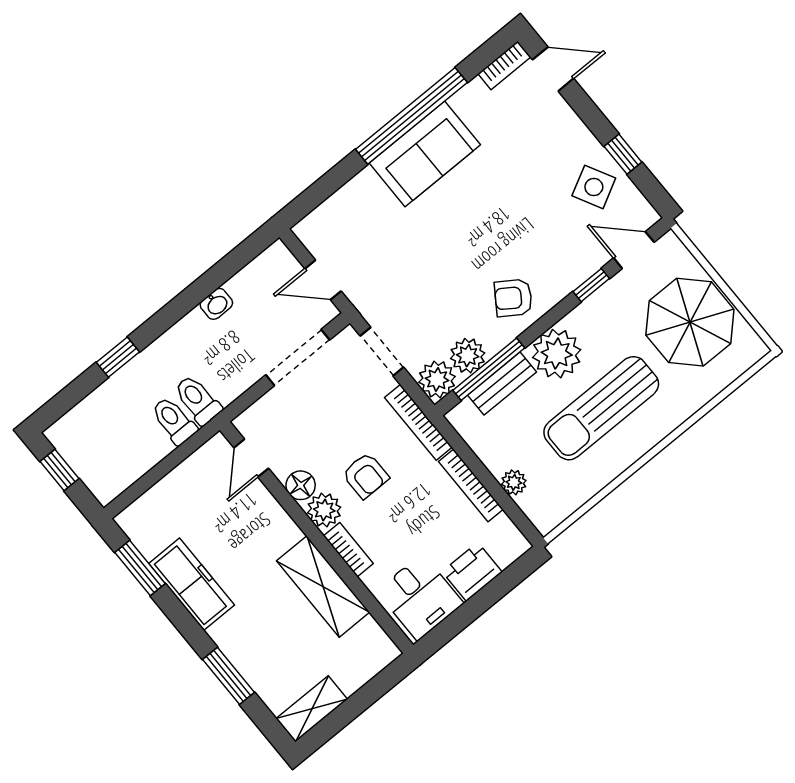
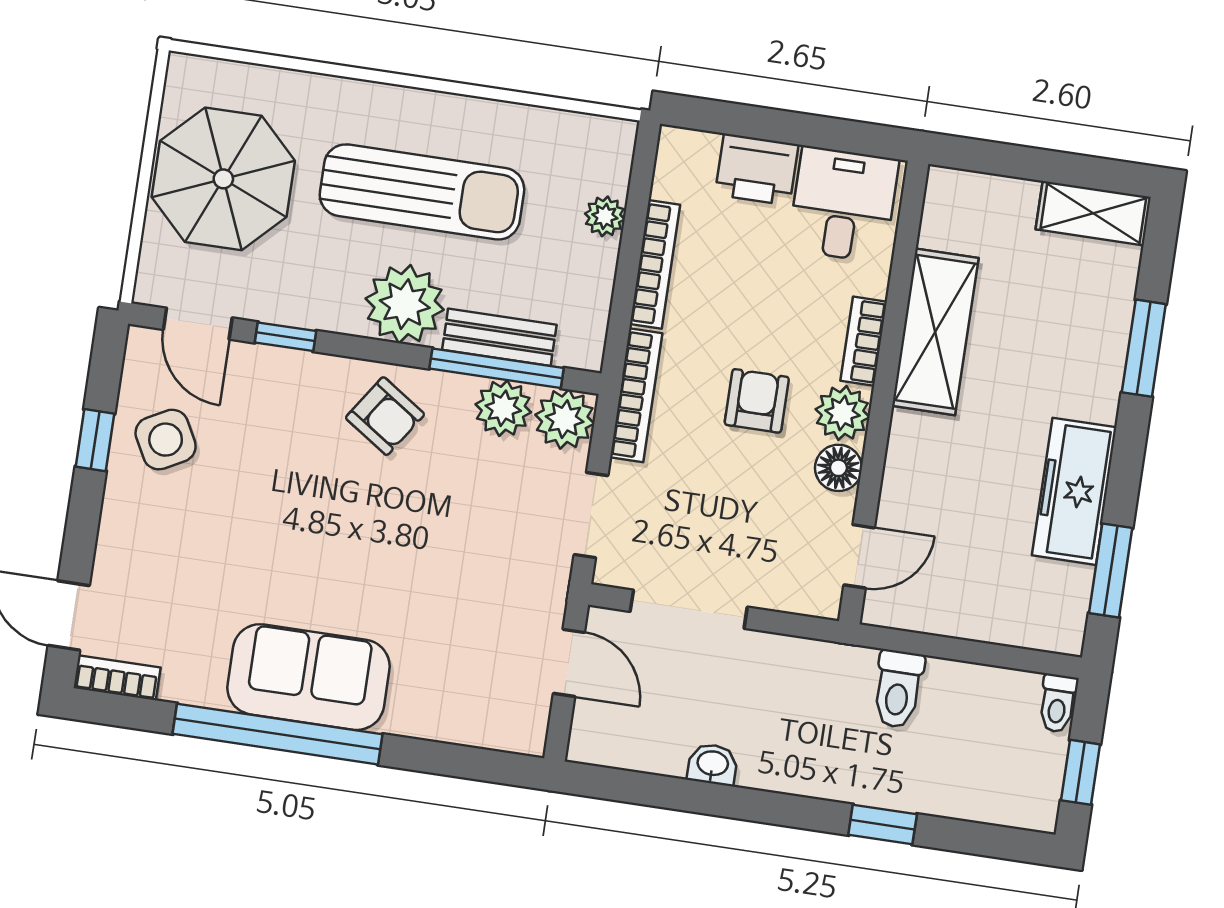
toilet: (198, 400) -> (1058, 703), moved, width x0.73, depth x0.72

